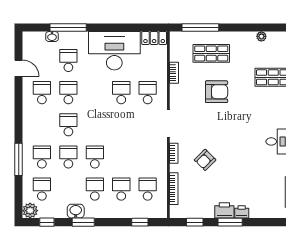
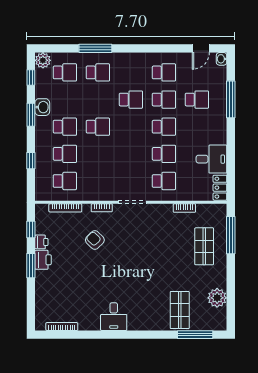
plant: (261, 36) -> (217, 298), width x1.87, depth x1.87
washbasin: (52, 37) -> (222, 59), moved
desk: (114, 51) -> (211, 159), width x0.53, depth x0.77
door: (19, 68) -> (201, 48), moved
armchair: (217, 92) -> (165, 252), removed
school desk: (68, 157) -> (164, 127), moved
printer: (242, 212) -> (41, 242), moved
window: (140, 222) -> (31, 161), moved

